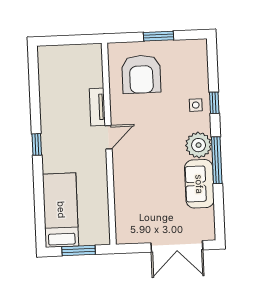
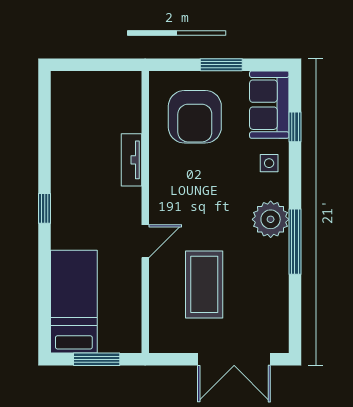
window: (214, 103) -> (295, 127), moved
door: (108, 137) -> (145, 241), moved
sofa: (199, 184) -> (269, 105), moved
coffee table: (153, 194) -> (204, 284), added

